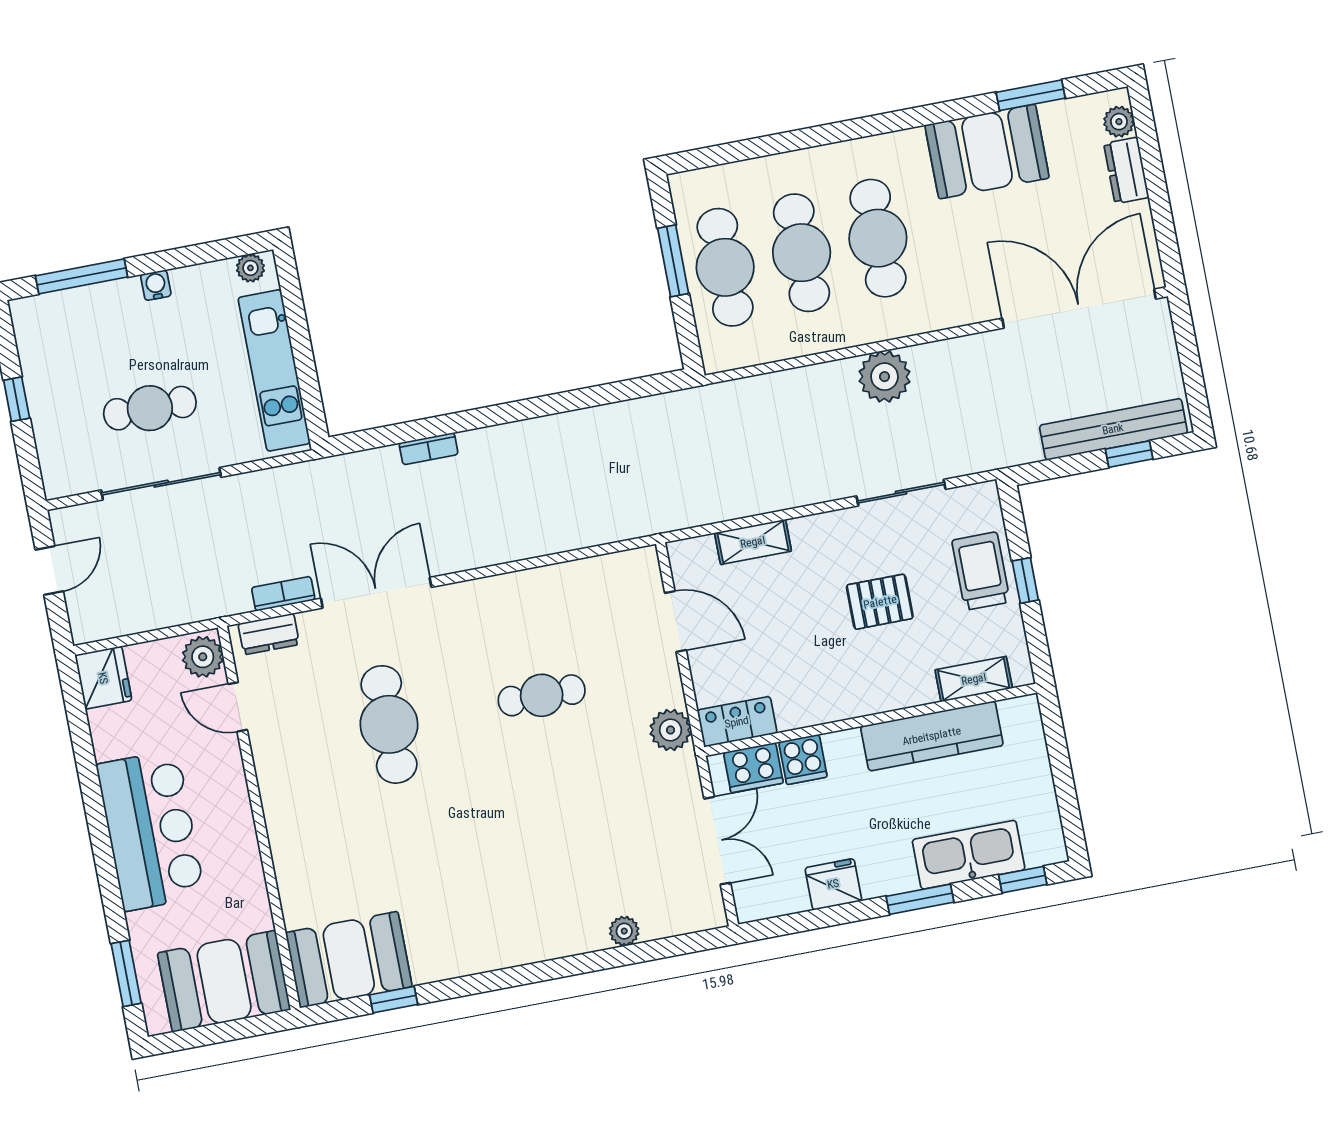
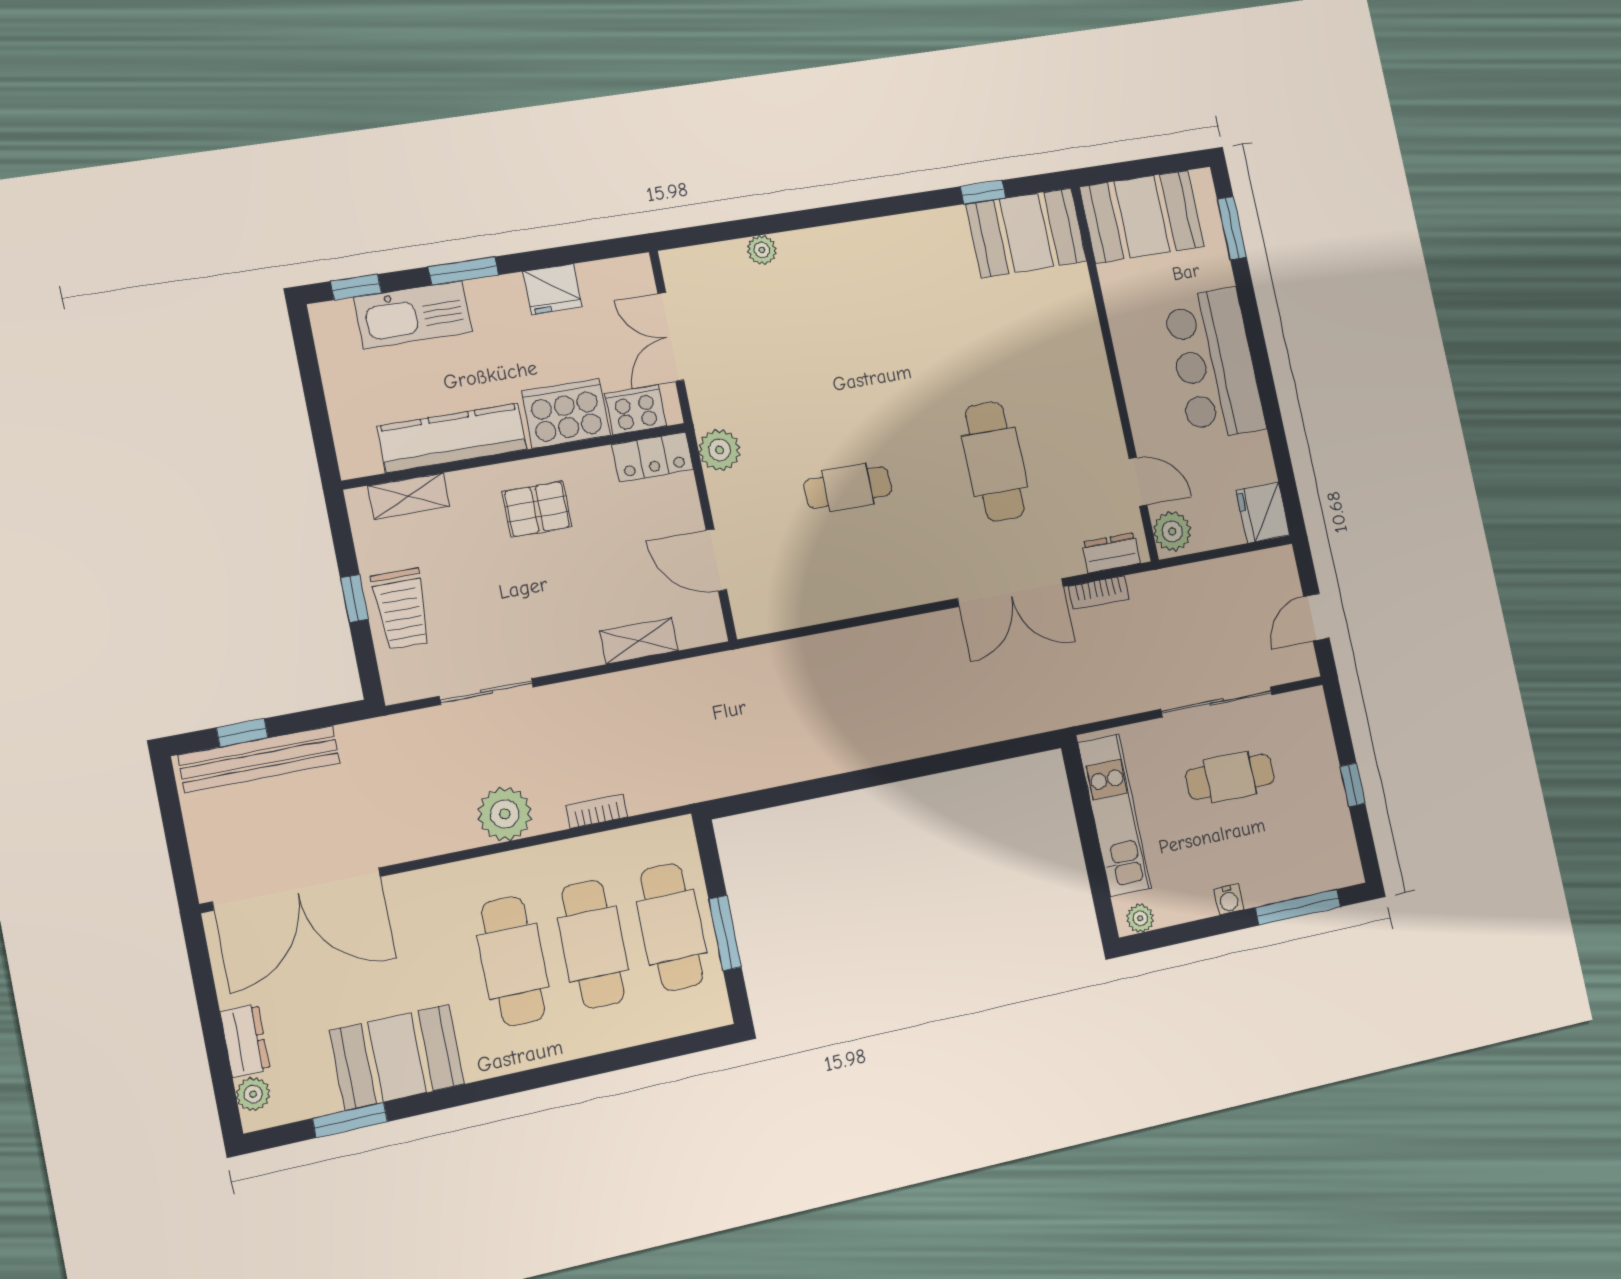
bookcase: (429, 449) -> (597, 811), moved
pallet: (880, 602) -> (537, 509), moved
cooker: (803, 759) -> (566, 413), width x1.87, depth x1.31

